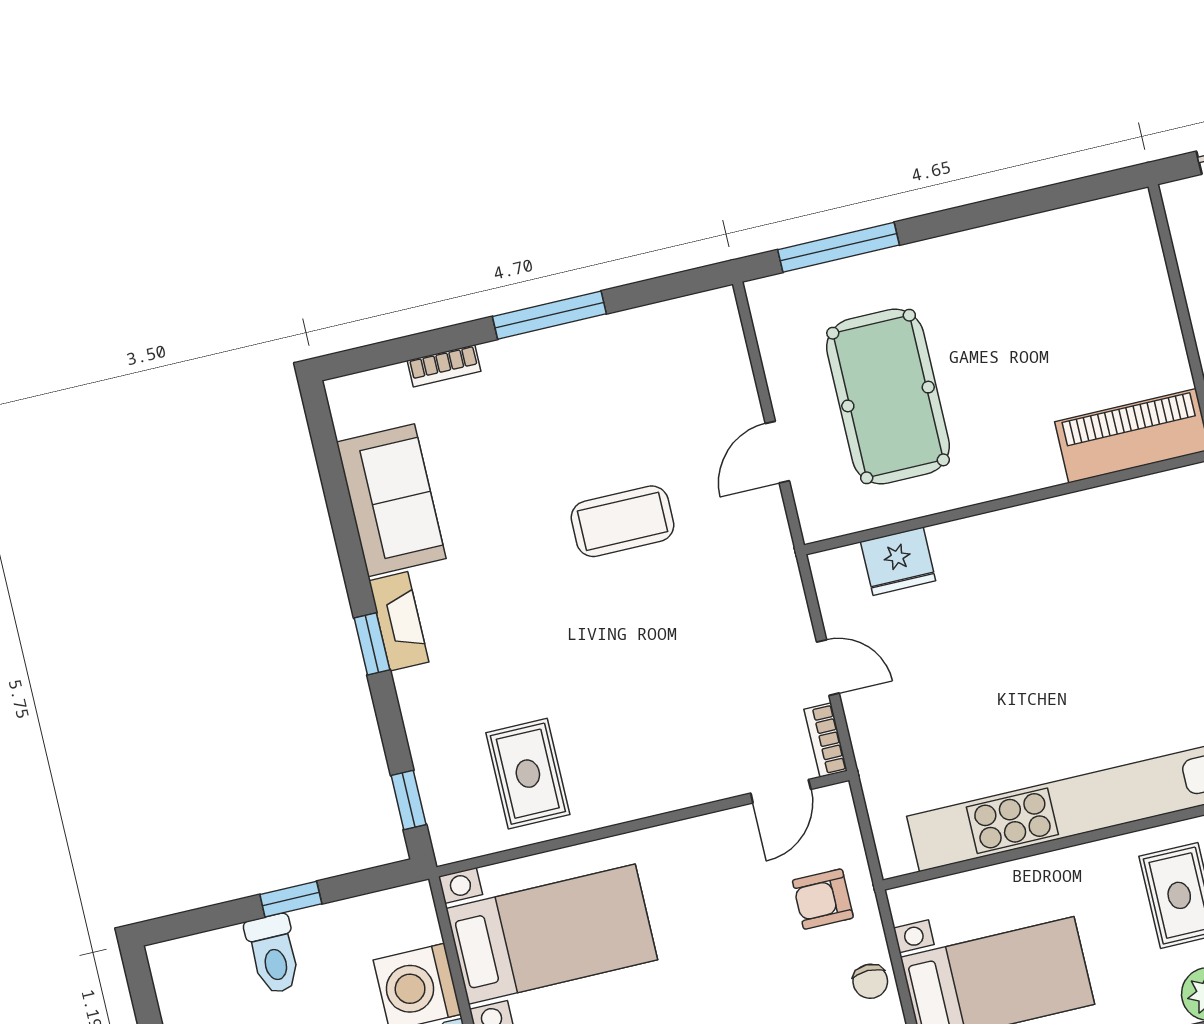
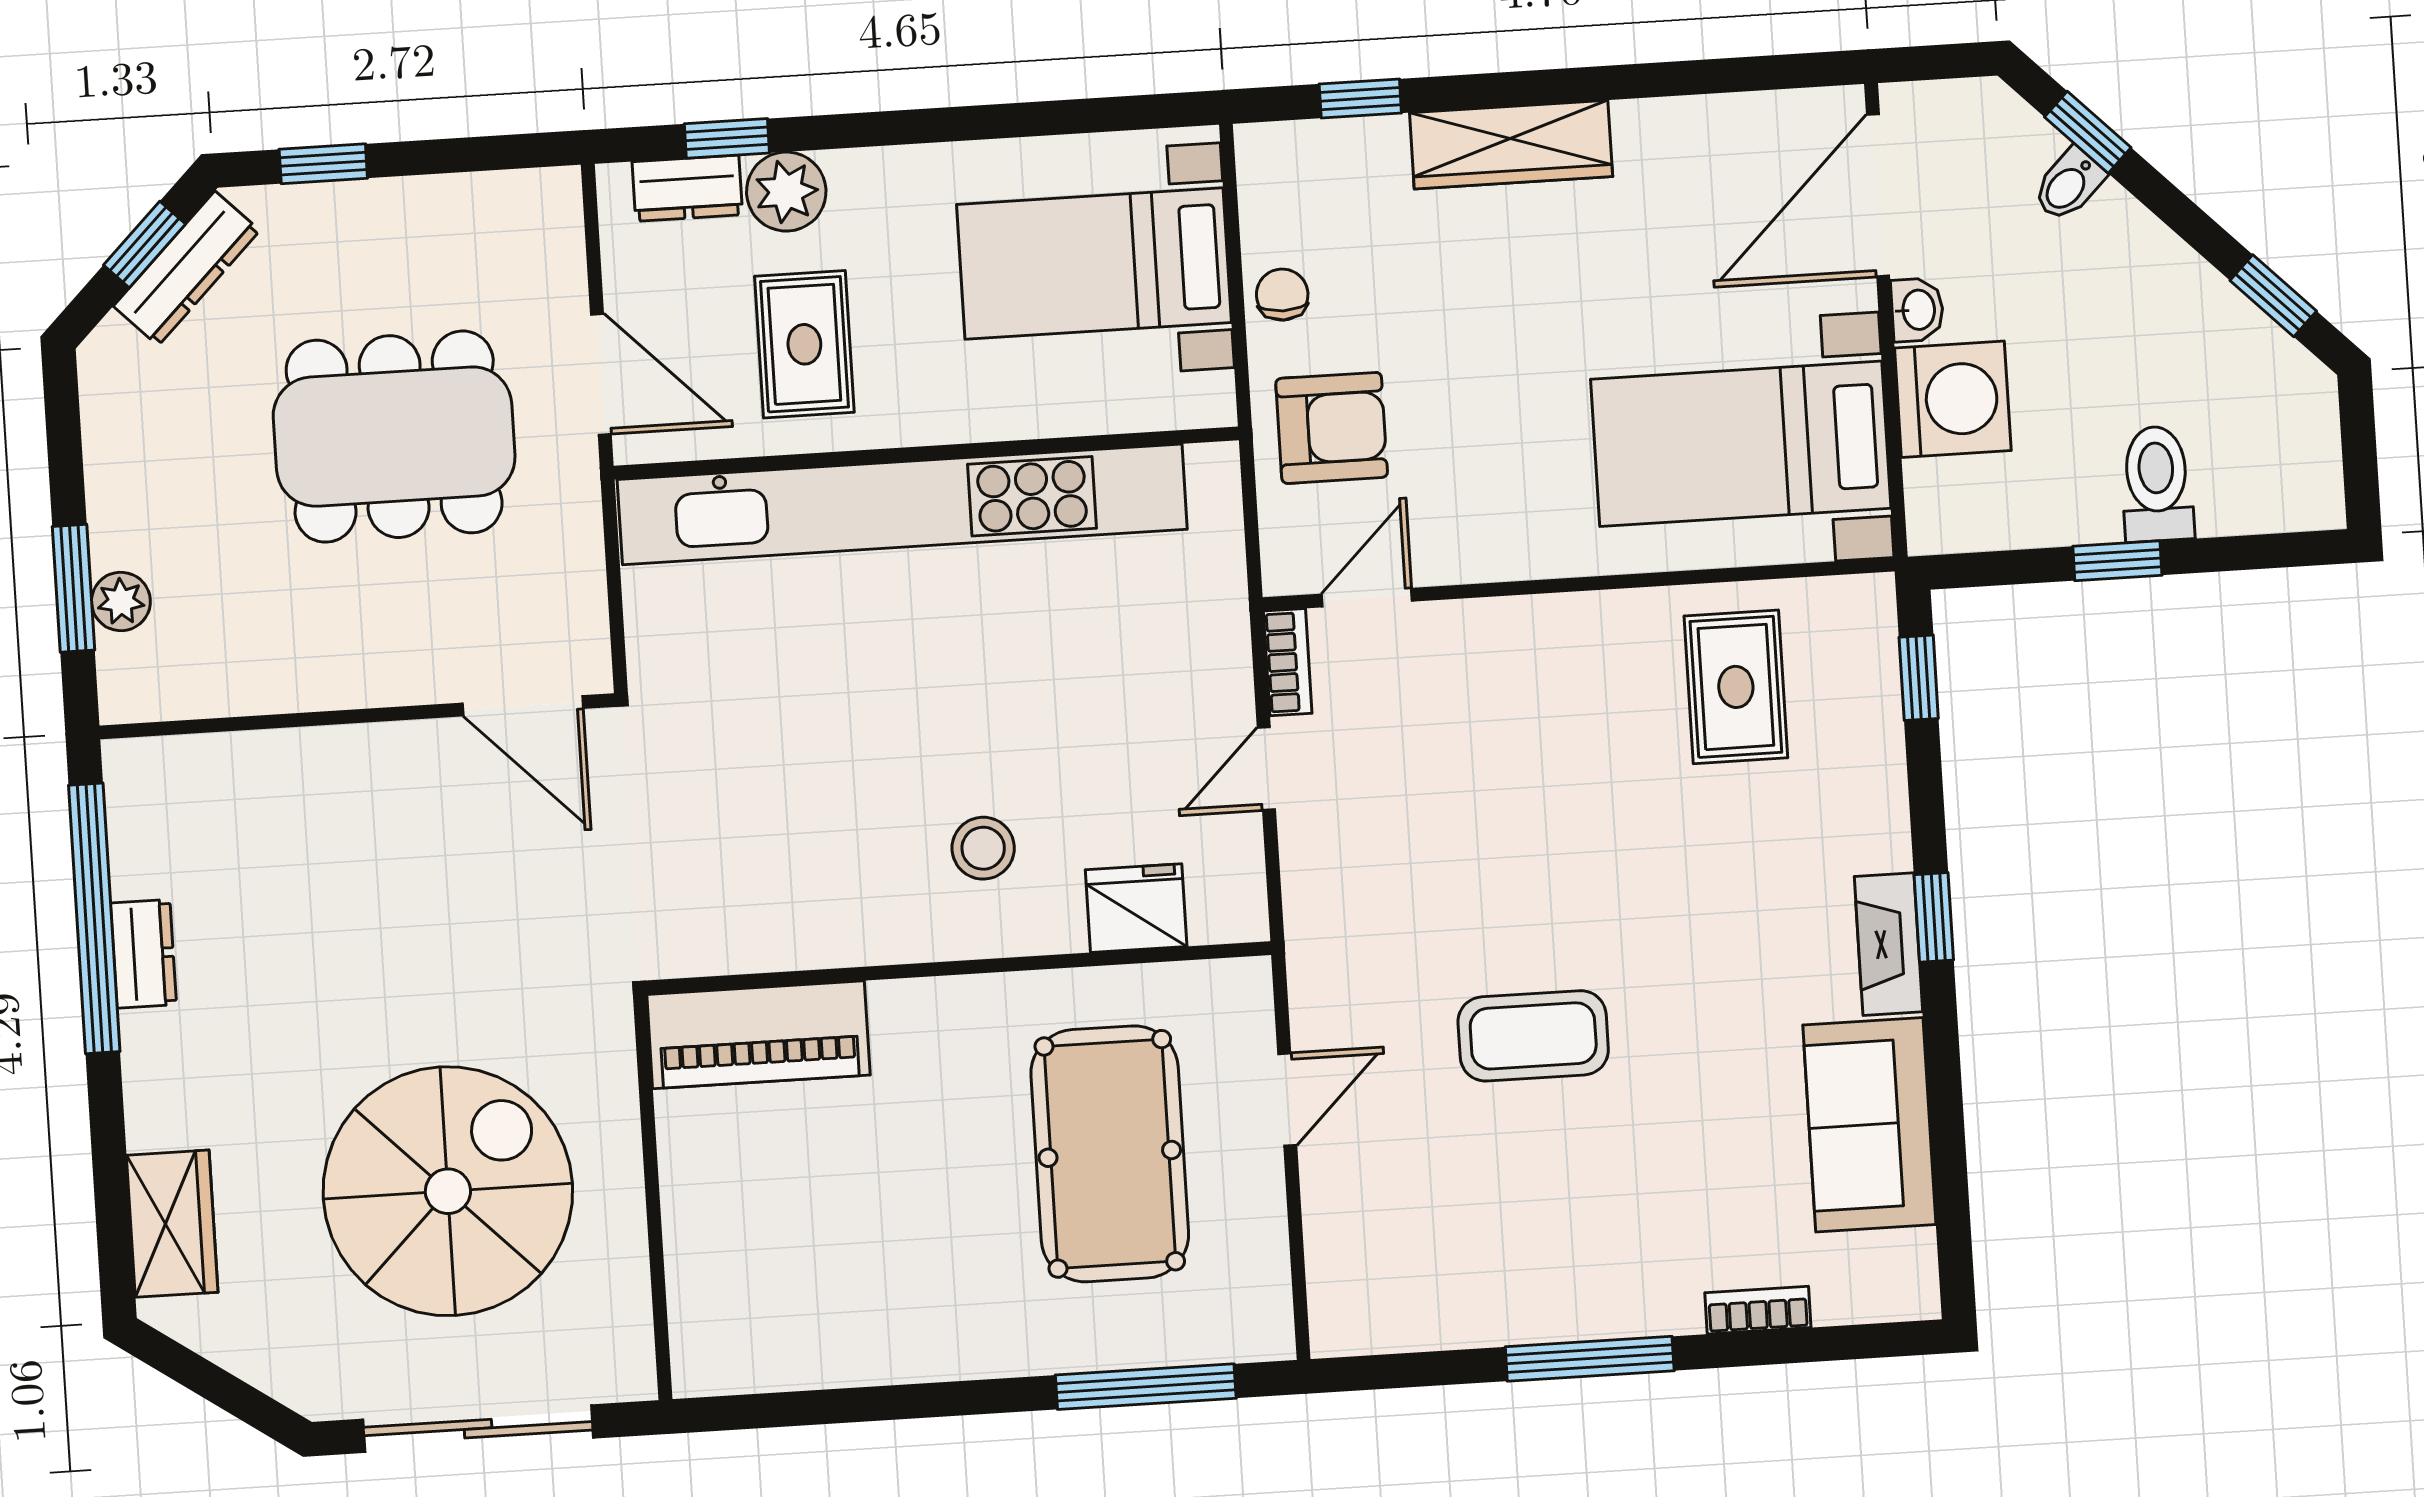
stool: (1005, 584) -> (983, 848), added
door: (828, 668) -> (1266, 769), hinge flipped
armchair: (823, 899) -> (1332, 428), width x1.38, depth x1.38

